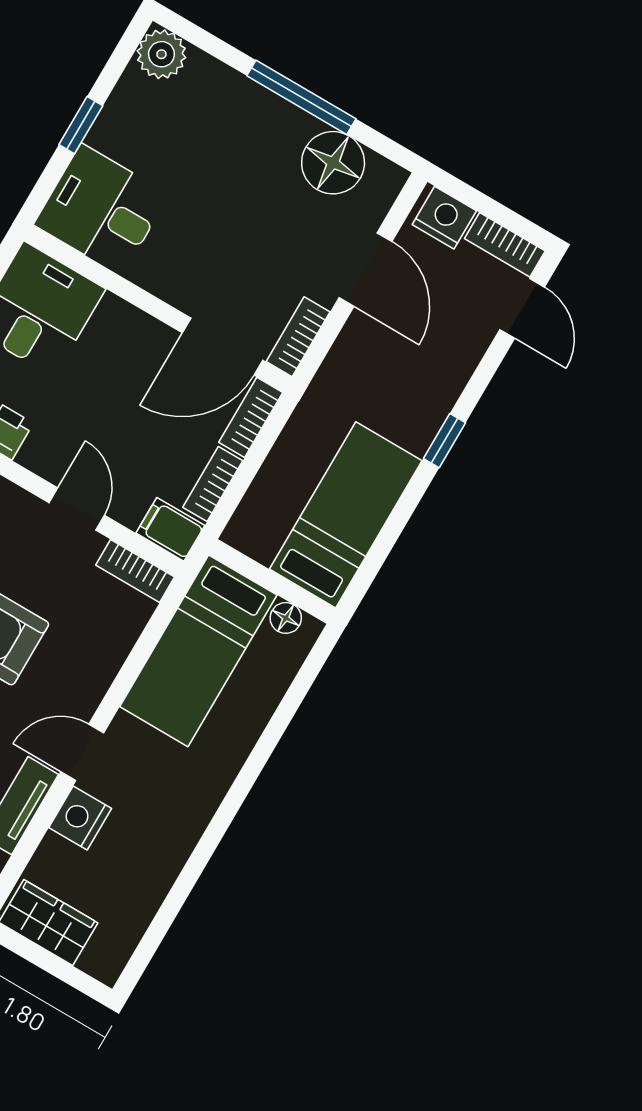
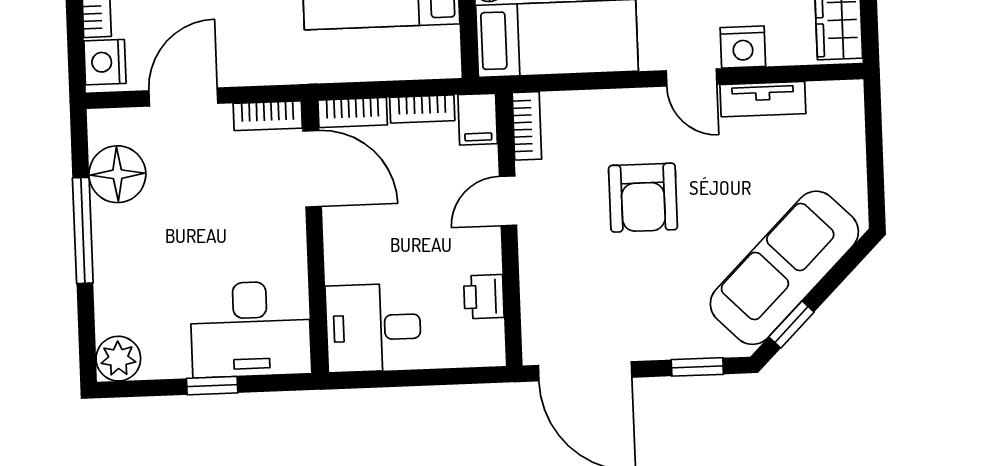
desk: (101, 210) -> (251, 329), width x1.37

